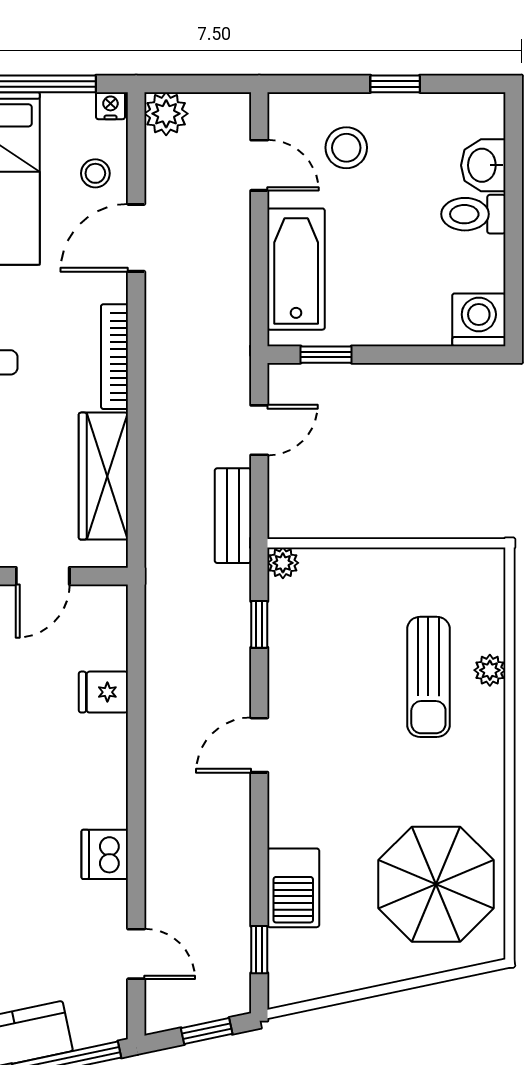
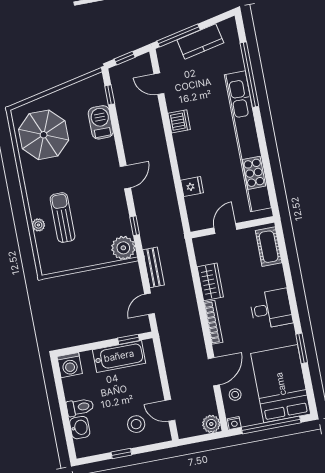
bathtub: (296, 269) -> (119, 356), moved, turned -90
wardrobe: (103, 476) -> (210, 282), width x0.67
plant: (283, 563) -> (123, 248), width x1.88, depth x1.88

